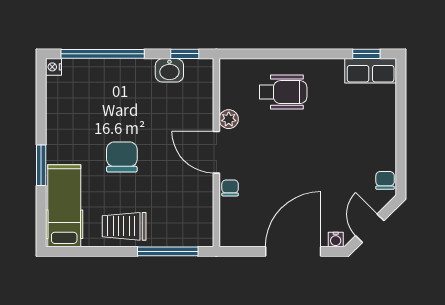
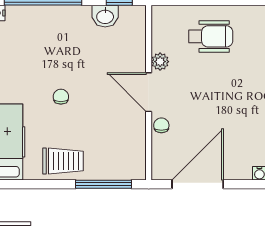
chair: (122, 157) -> (61, 97), width x0.54, depth x0.54
trolley: (124, 226) -> (63, 161), turned 180
door: (293, 251) -> (198, 184), moved

